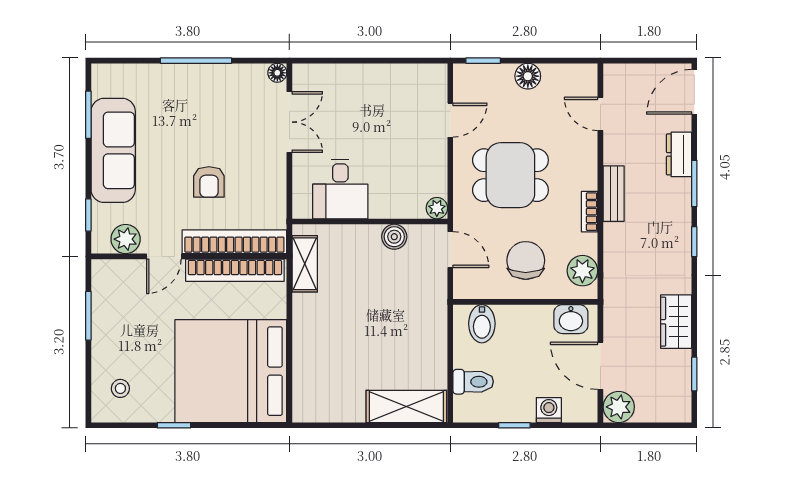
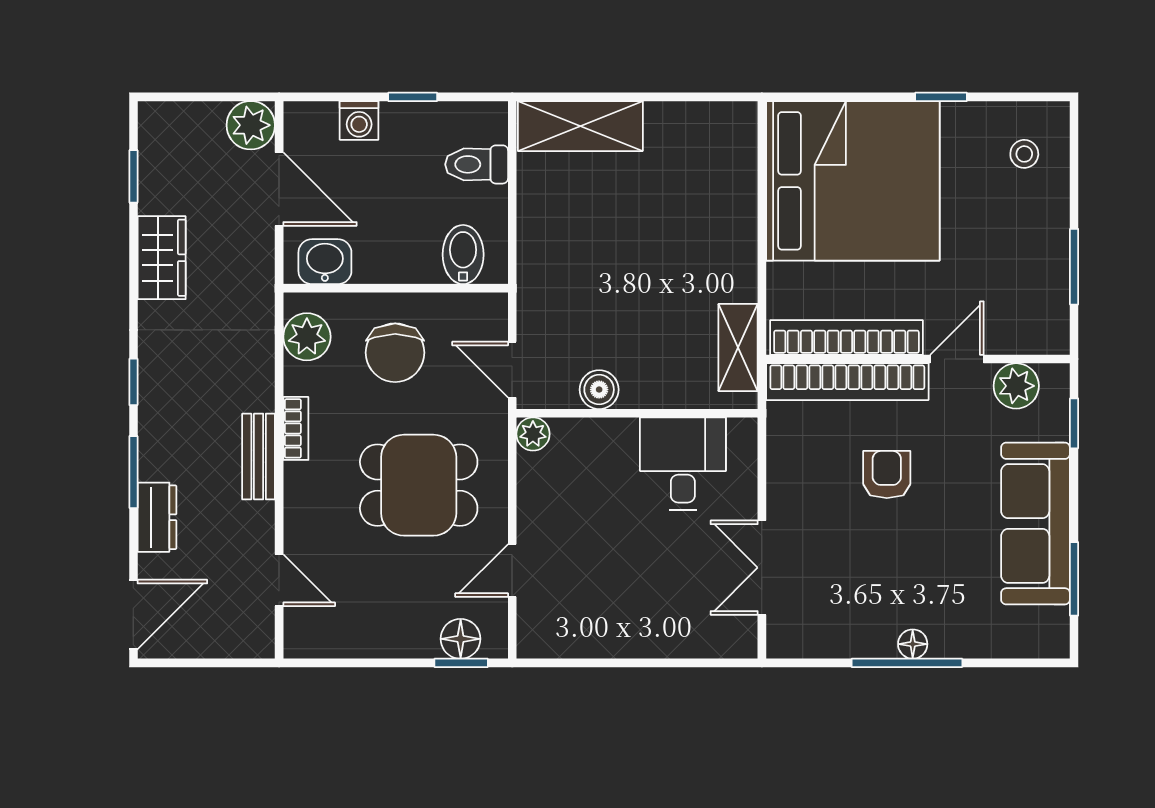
floor lamp: (277, 73) -> (913, 644), moved
floor lamp: (528, 76) -> (461, 639), moved

